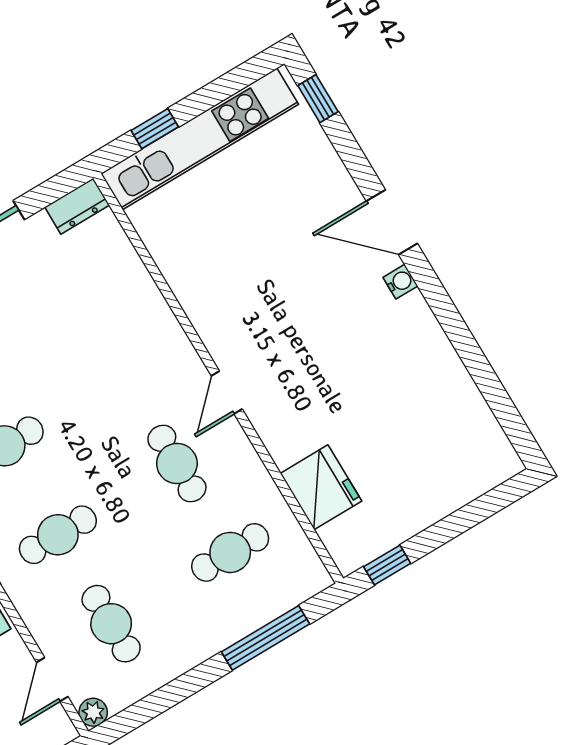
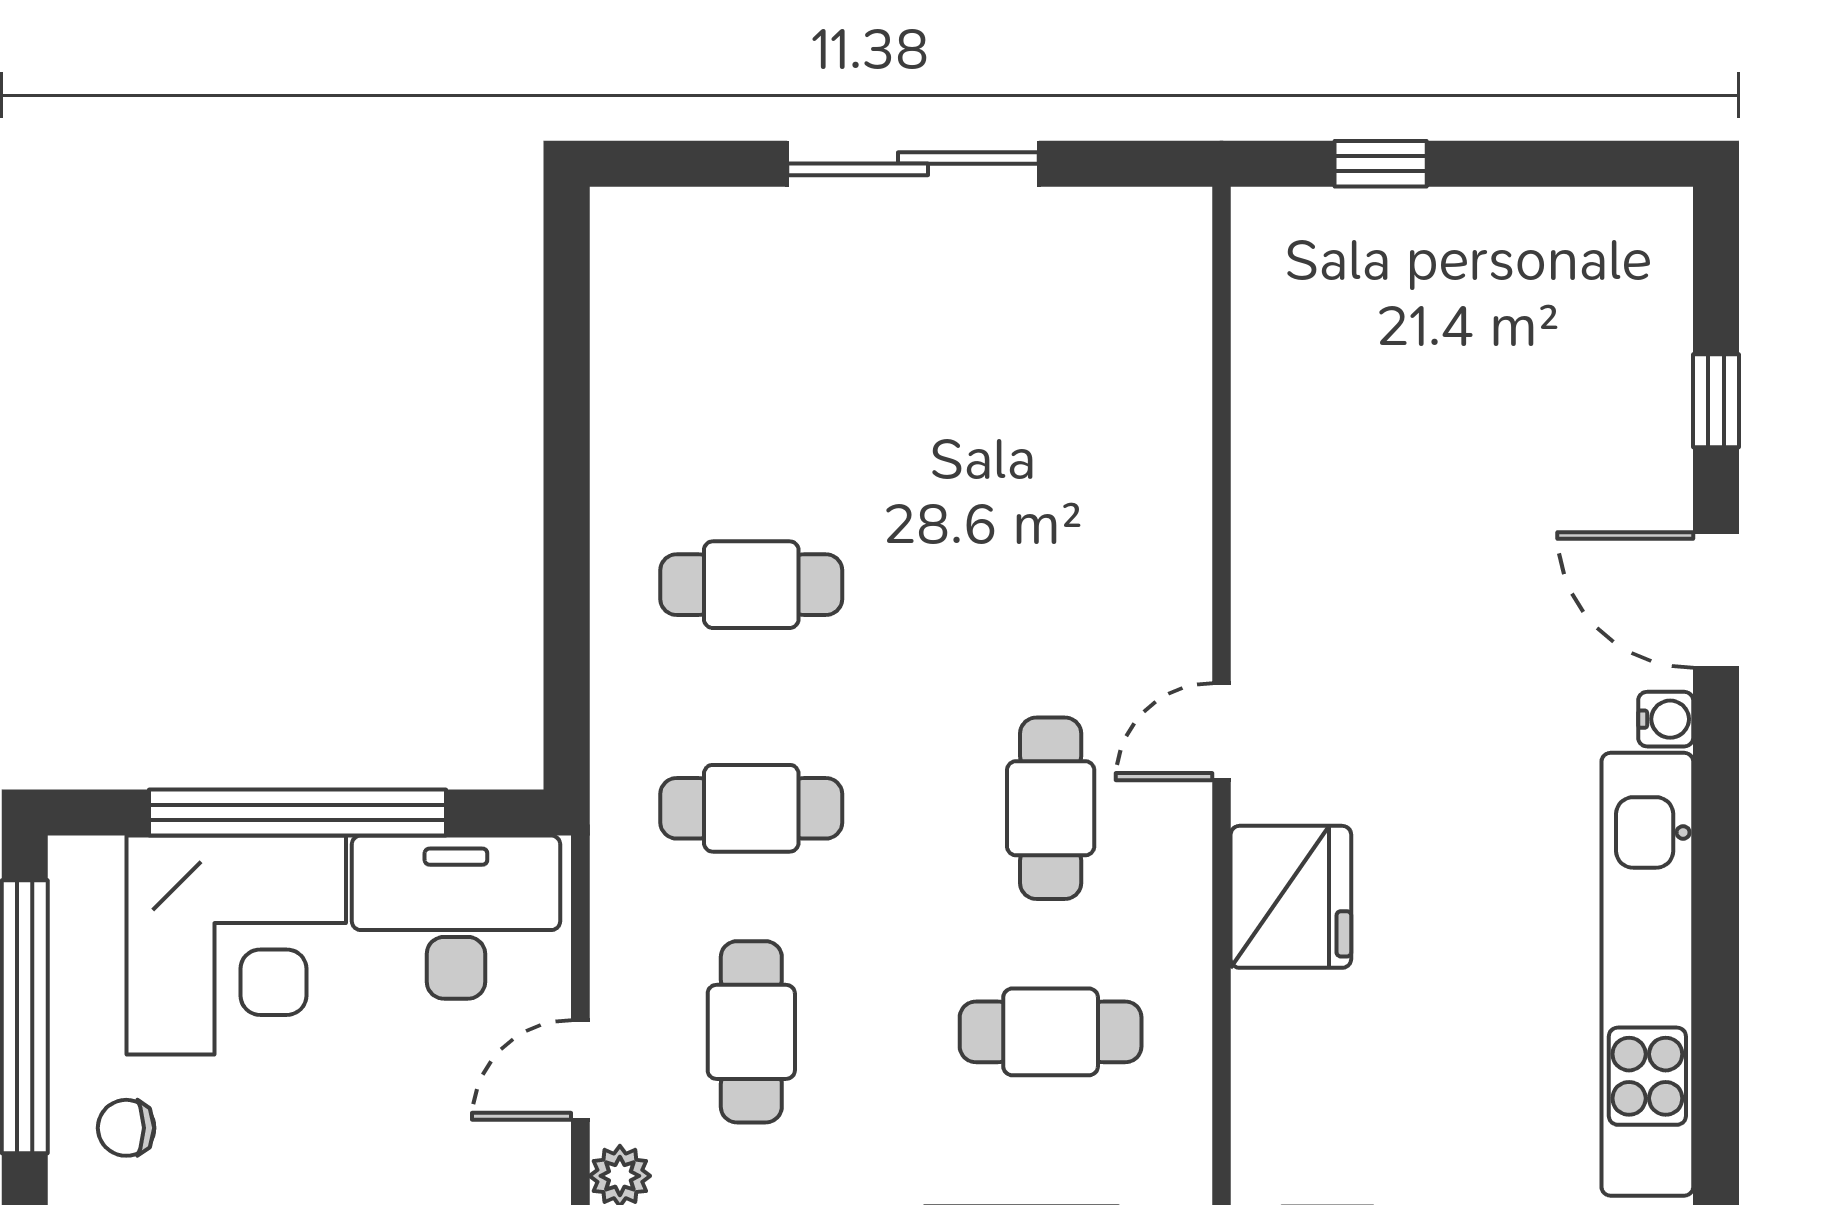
window: (318, 99) -> (1716, 401), moved
kitchen unit: (200, 139) -> (1647, 974), moved, turned 90
dresser: (77, 206) -> (1151, 221), removed
fridge: (321, 487) -> (1291, 897), moved

